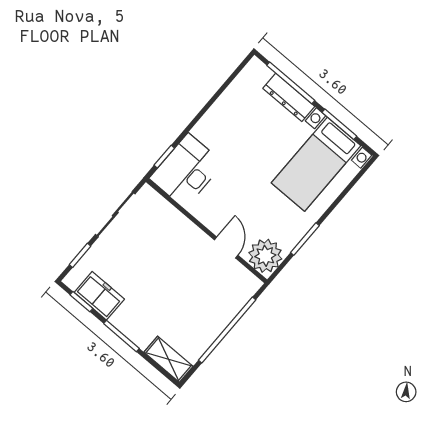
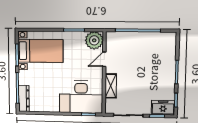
dresser: (289, 97) -> (24, 98), moved
desk: (187, 171) -> (81, 97), width x1.36, depth x1.30
freezer: (99, 296) -> (163, 108), moved, turned 90
shelving: (168, 359) -> (111, 86), moved

